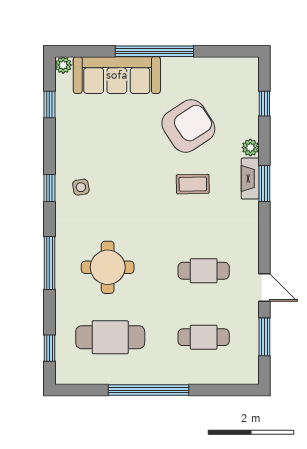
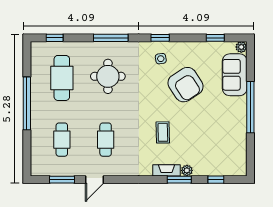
sofa: (117, 75) -> (235, 75), width x0.73
armchair: (188, 126) -> (186, 85), moved
window: (264, 183) -> (179, 180), moved

